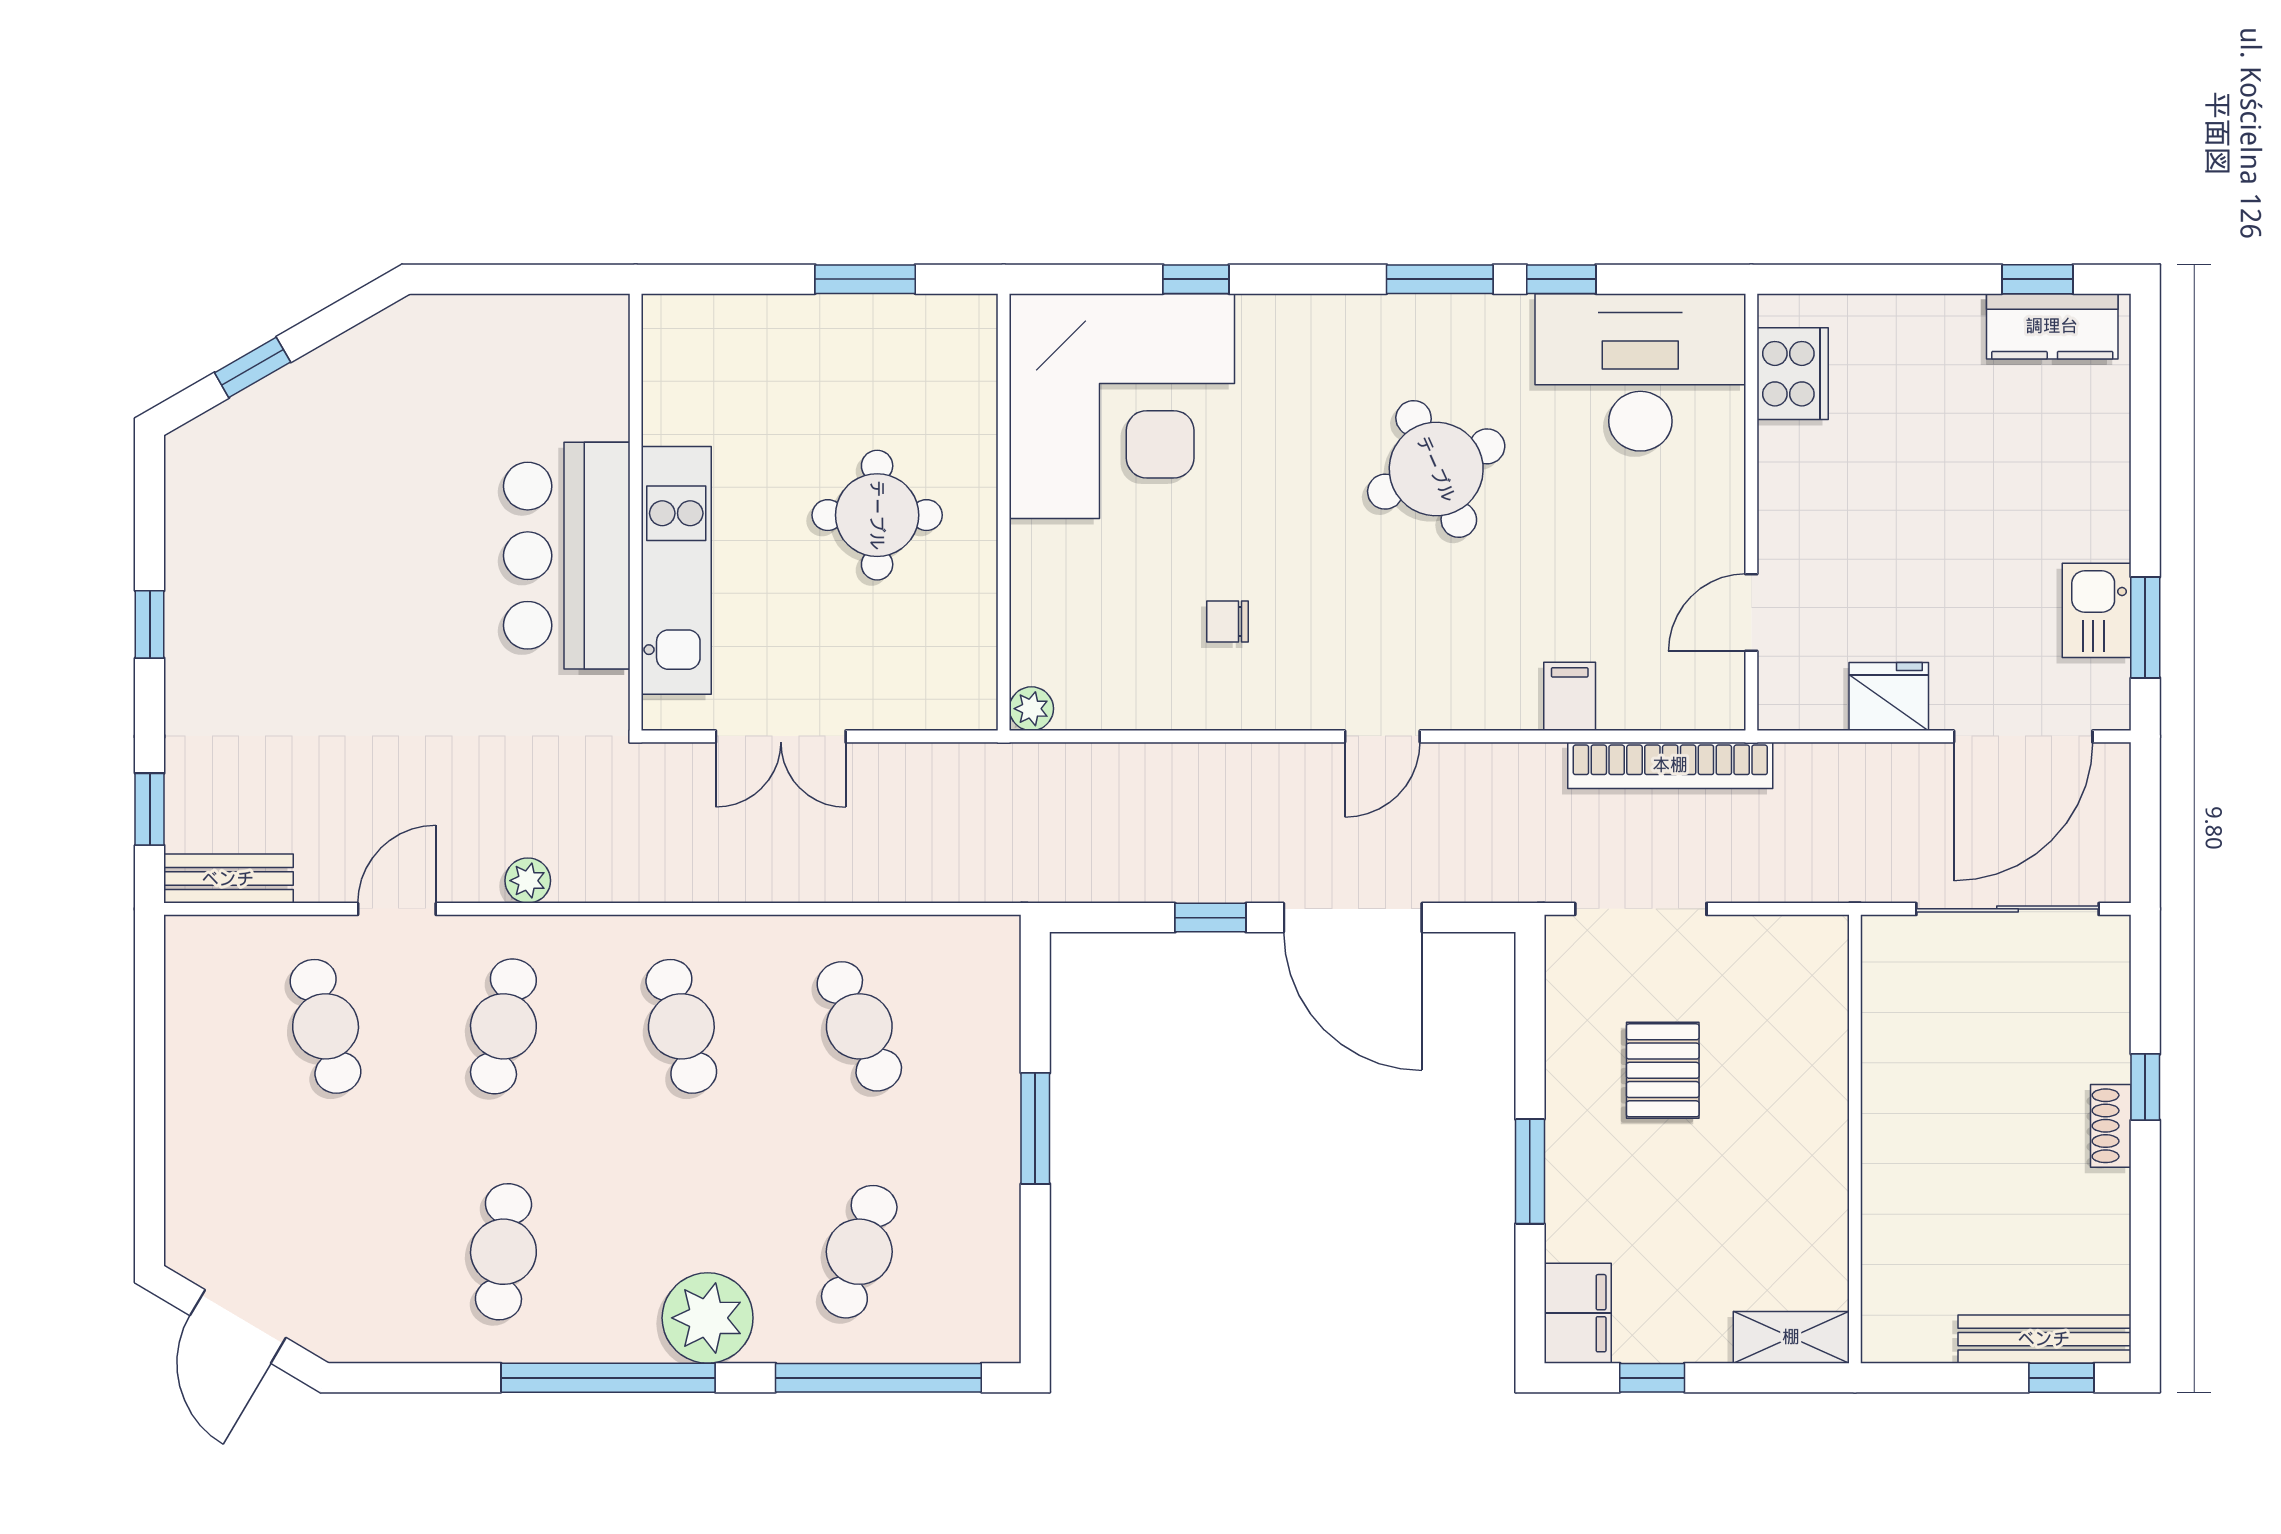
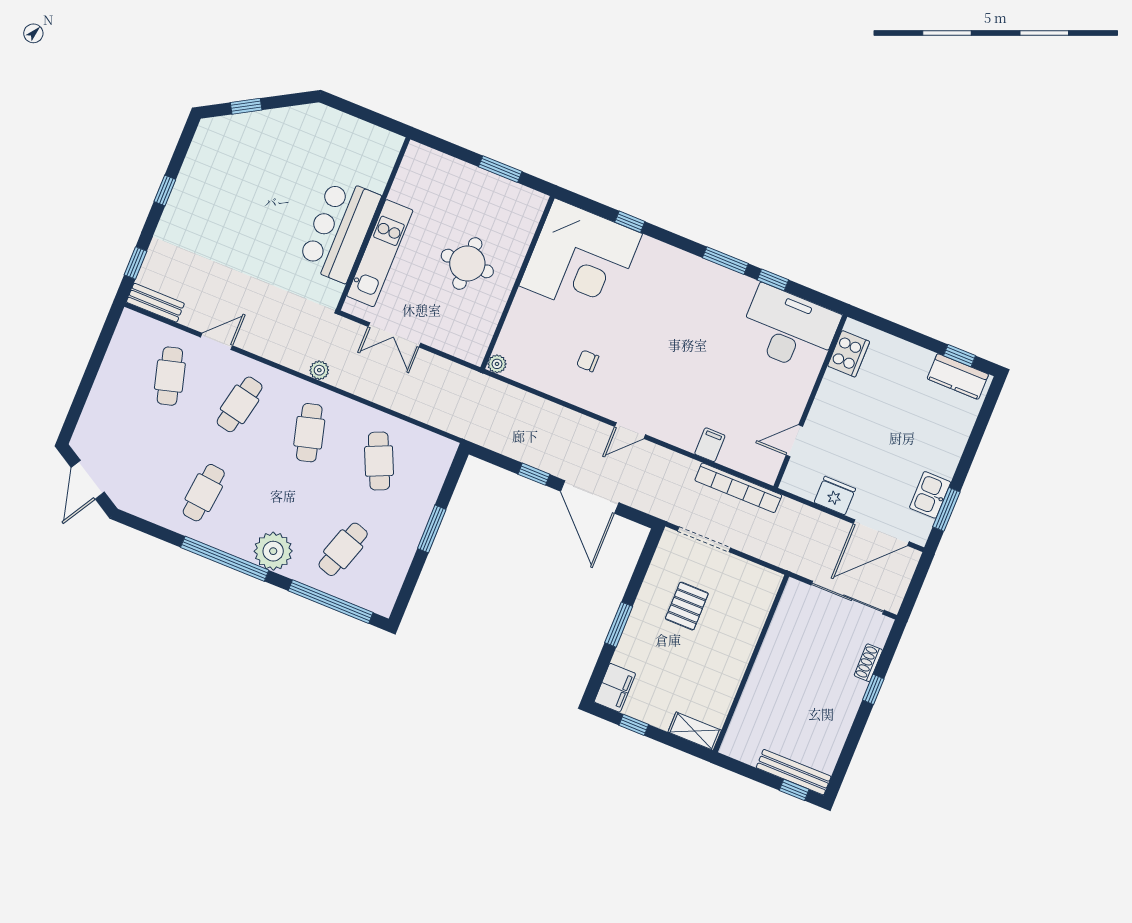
round table: (1436, 469) -> (694, 334), removed
plant: (528, 881) -> (319, 370), moved
shoe rack: (2111, 1126) -> (868, 663), moved

